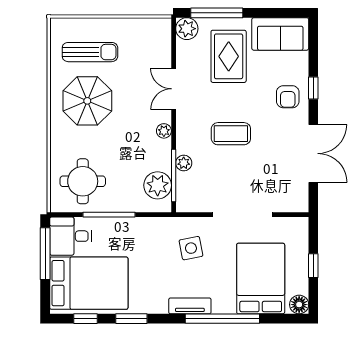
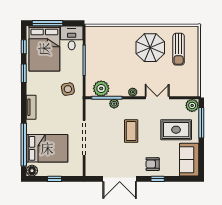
round table: (83, 181) -> (104, 45), removed
side table: (191, 248) -> (68, 89), moved
window: (45, 254) -> (48, 23), moved
window: (222, 319) -> (24, 145), moved

